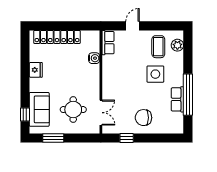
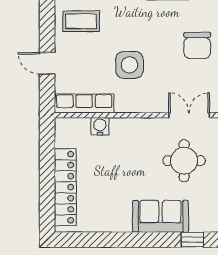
row of seats: (108, 43) -> (84, 104), width x1.48
fridge: (36, 70) -> (119, 222), removed
side table: (155, 74) -> (129, 65), moved
sofa: (39, 109) -> (161, 216), moved

